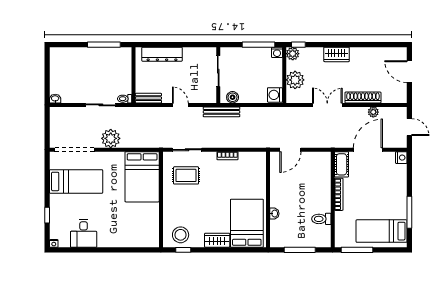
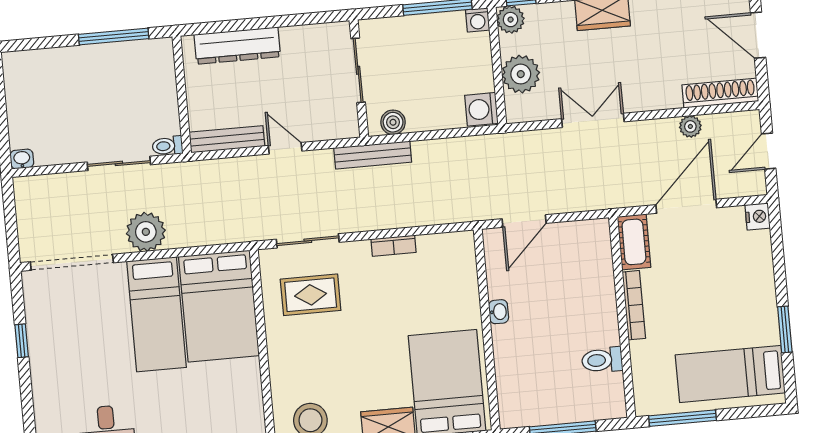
bench: (148, 98) -> (227, 139), width x1.36
shoe rack: (363, 98) -> (720, 93), moved
door: (409, 127) -> (769, 151), swing flipped
bed: (76, 181) -> (157, 314), moved, turned 90
window: (409, 212) -> (785, 329), width x0.69
washbasin: (274, 214) -> (499, 312), moved
window: (47, 215) -> (22, 341), moved

